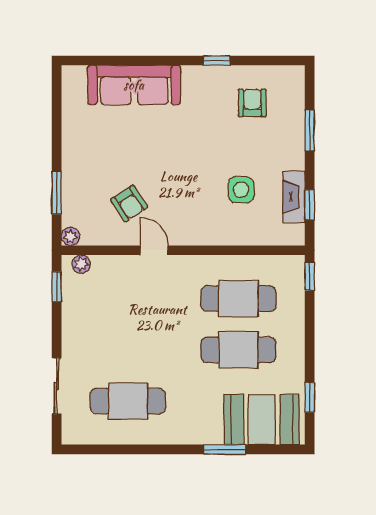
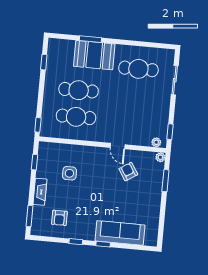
window: (164, 61) -> (103, 244), added
window: (310, 130) -> (30, 216), moved
fireplace: (294, 197) -> (40, 192), moved
booth: (262, 420) -> (94, 55), moved

